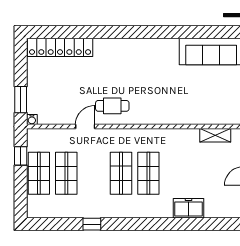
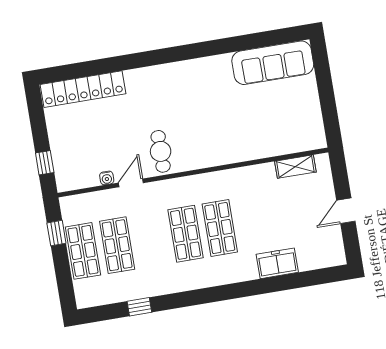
window: (21, 100) -> (45, 163), width x0.67
cafe table: (112, 106) -> (161, 151), turned 90
water cooler: (32, 120) -> (107, 178), moved
window: (92, 224) -> (139, 307), moved

